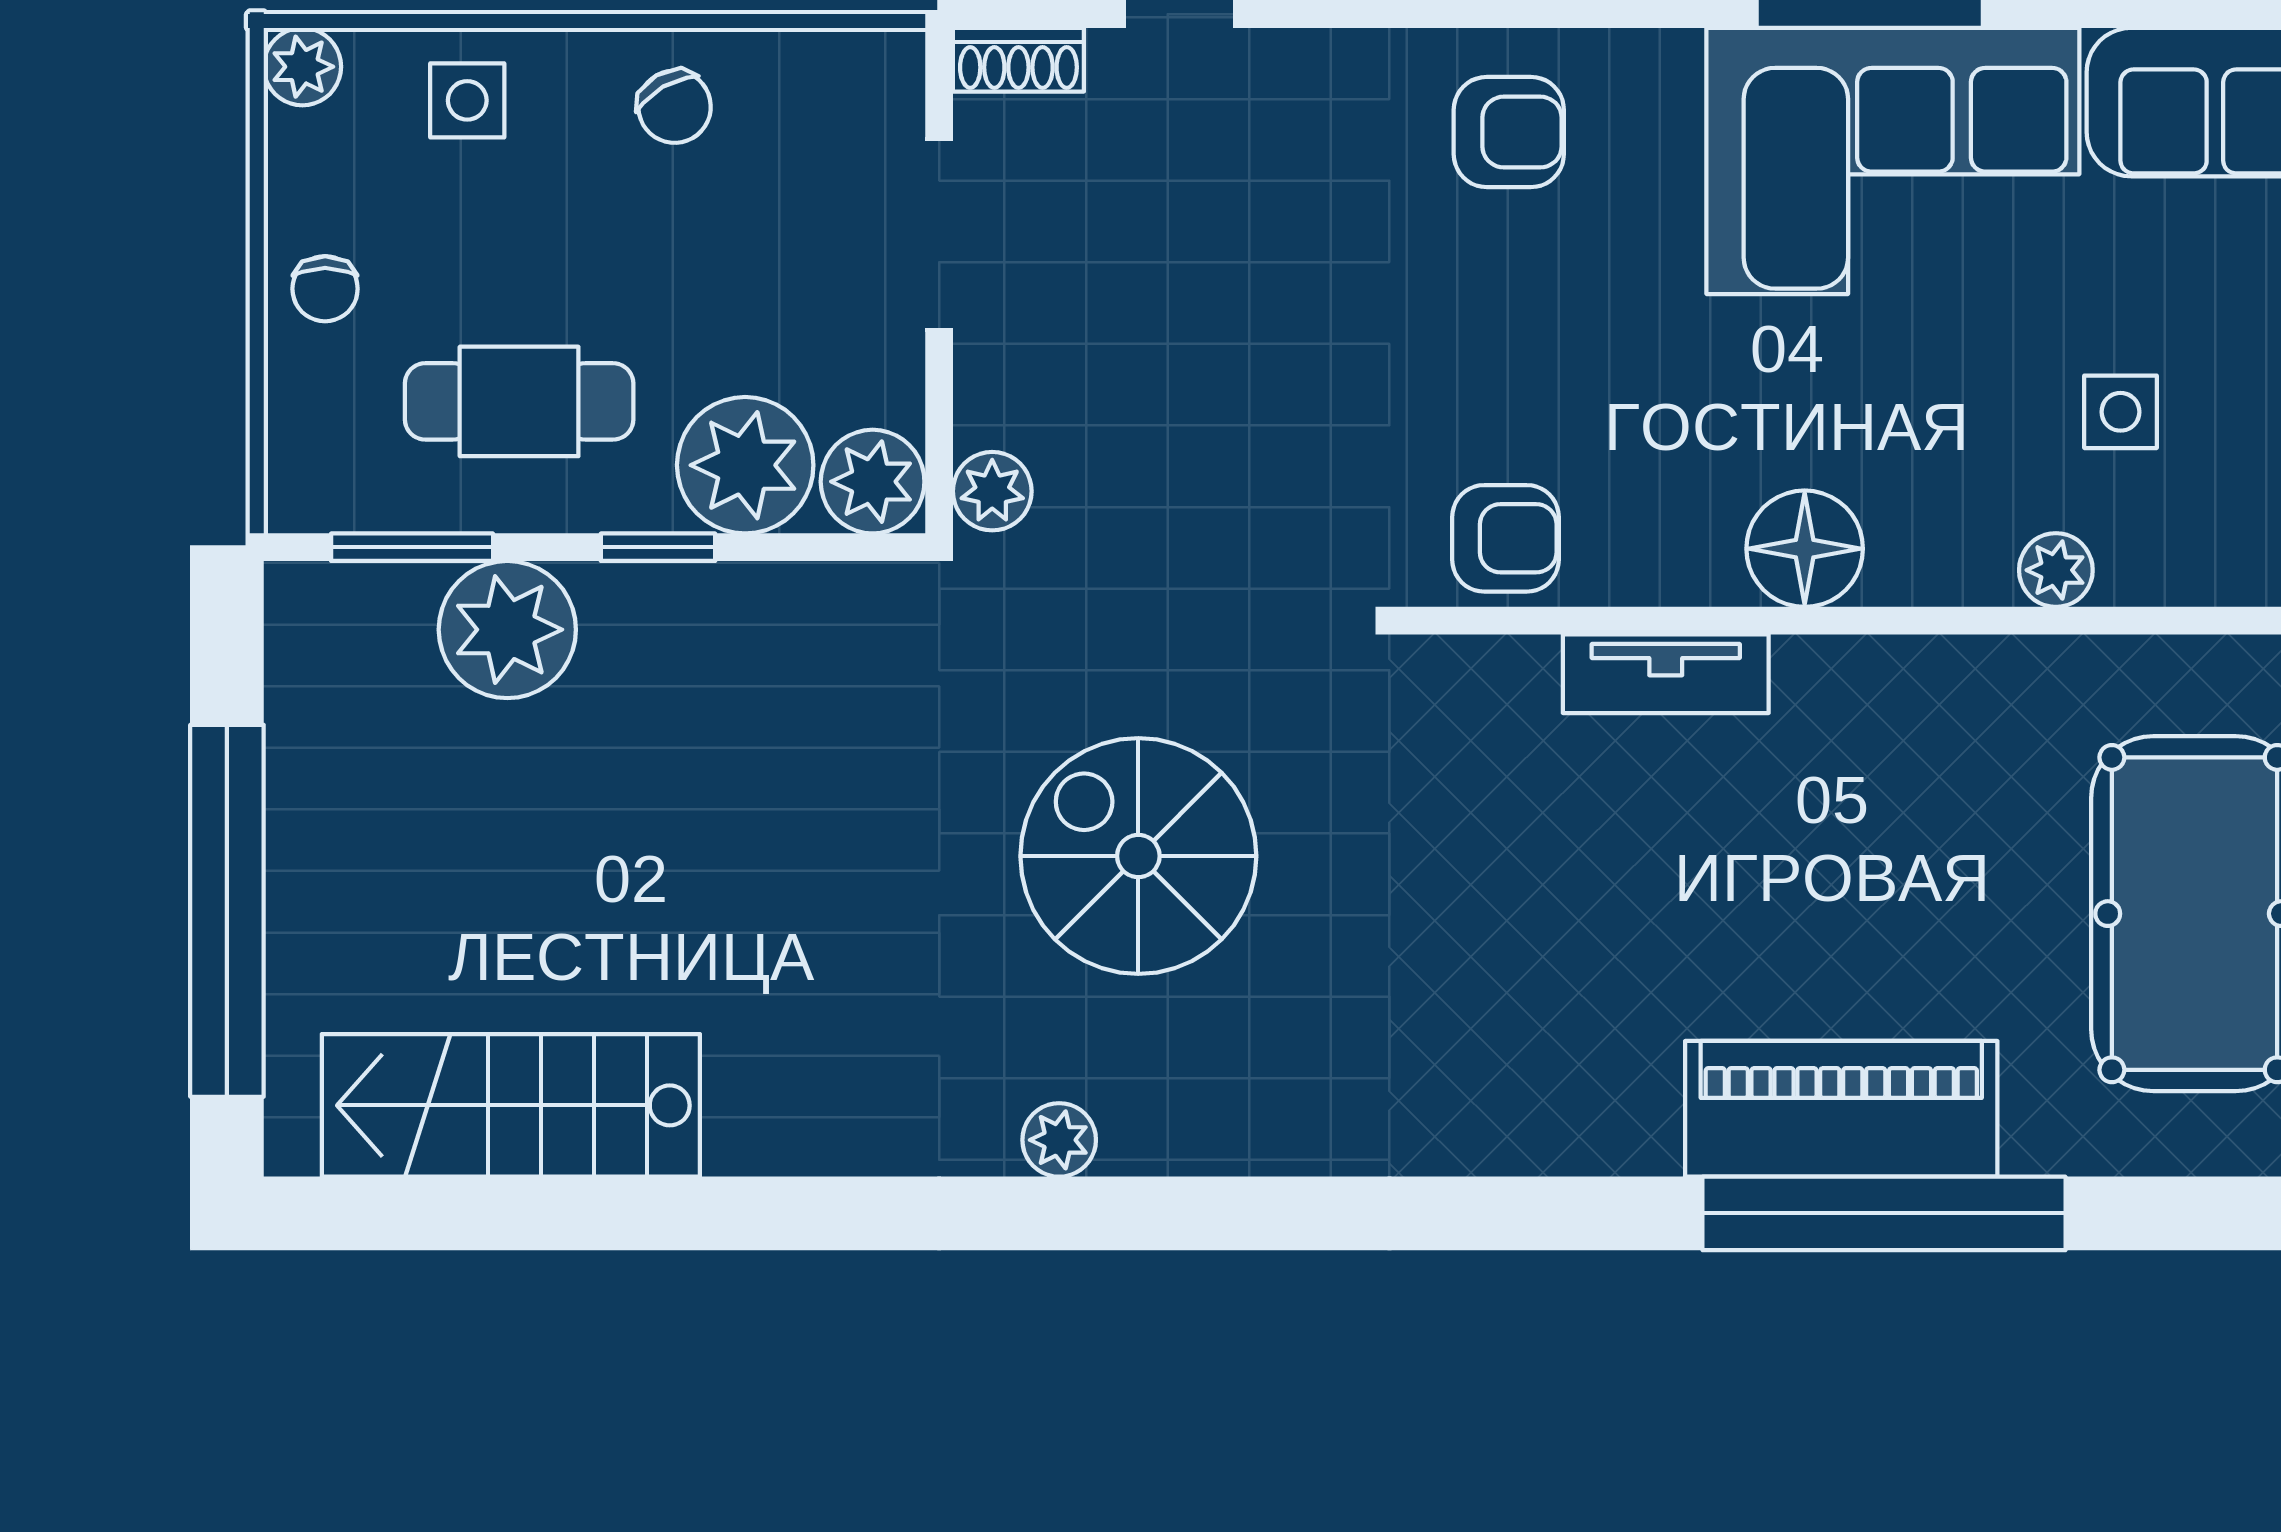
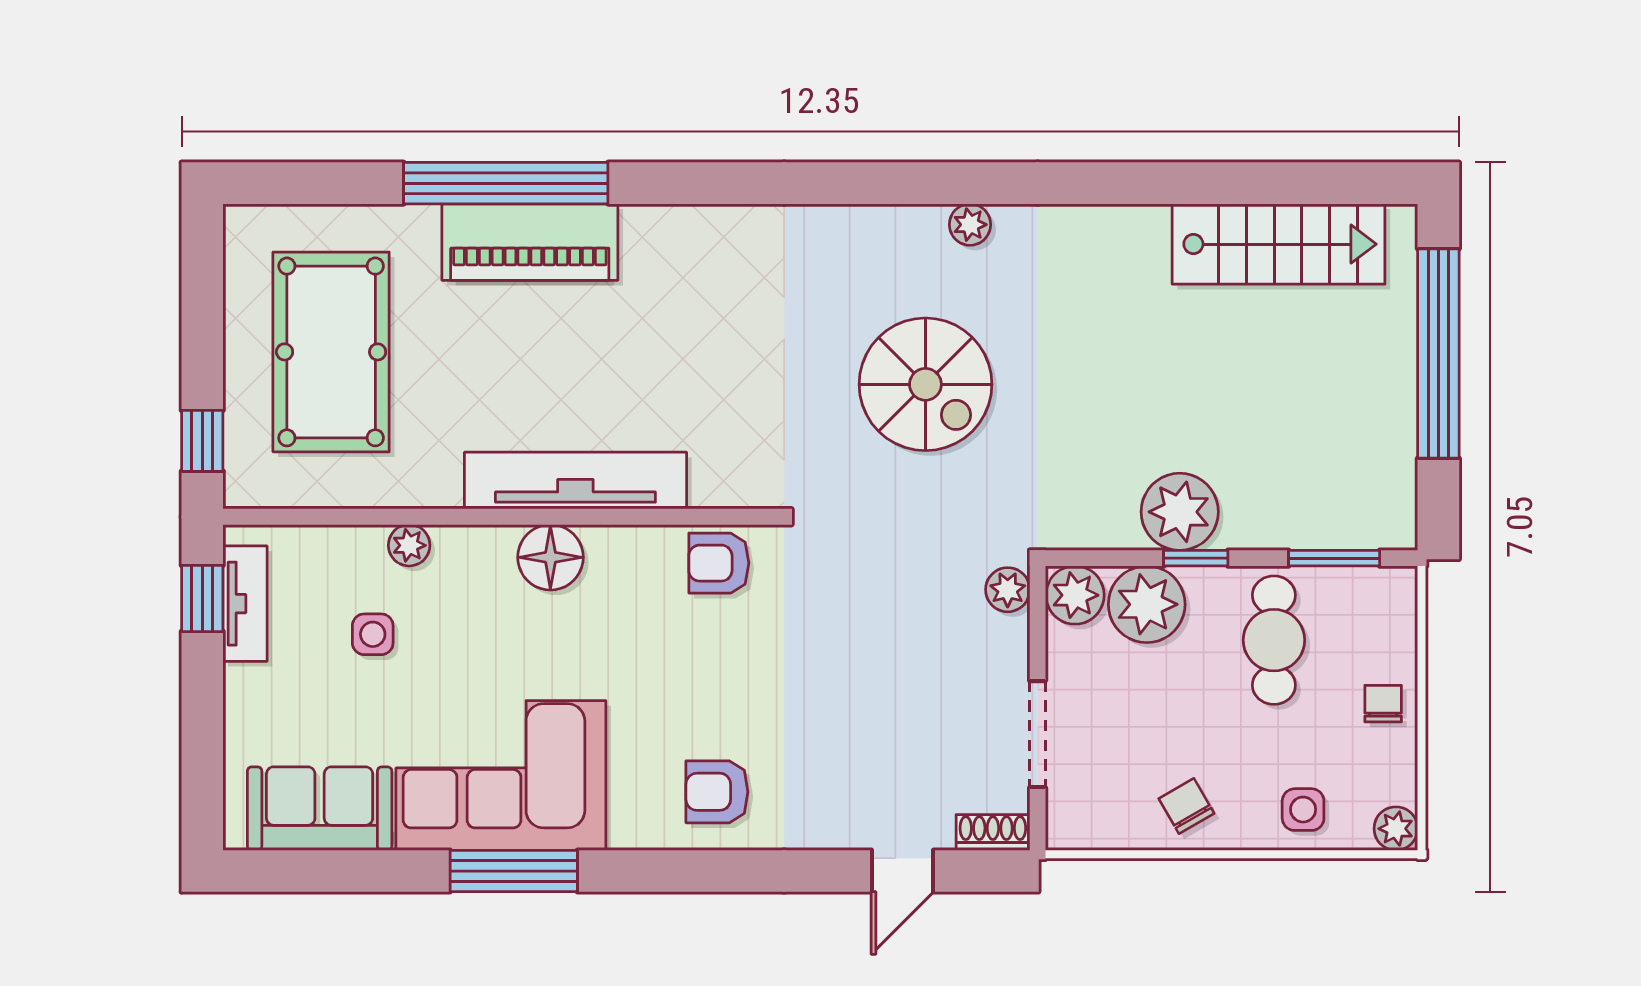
cafe table: (519, 401) -> (1274, 640), turned 90
plant: (507, 630) -> (1180, 512), moved
tv unit: (1666, 674) -> (575, 481), width x1.92, depth x1.29

